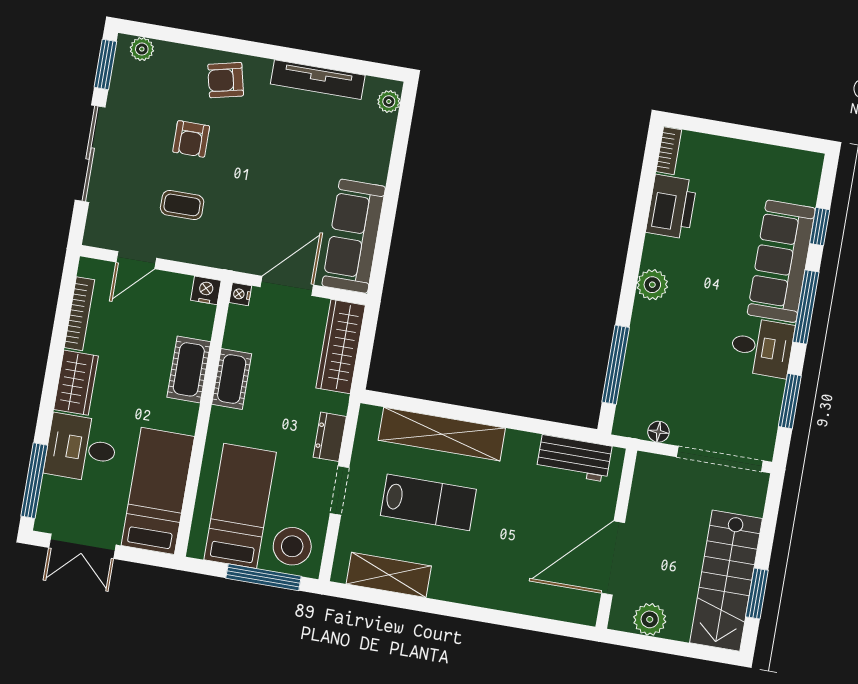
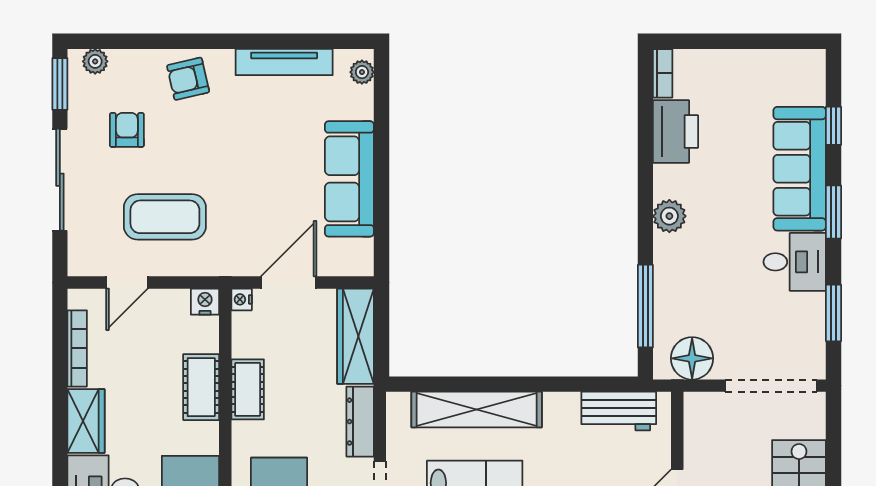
armchair: (191, 139) -> (127, 130), moved, turned 180
coffee table: (182, 205) -> (165, 217), width x1.86, depth x1.72
sofa: (354, 236) -> (349, 179), moved
window: (806, 307) -> (833, 212), width x0.69
floor lamp: (658, 432) -> (692, 358), width x1.89, depth x1.89
dresser: (330, 437) -> (360, 422), width x1.44

